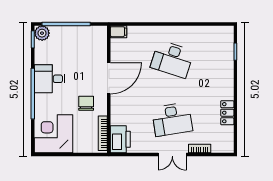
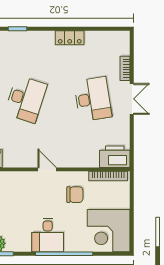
door: (109, 78) -> (47, 169), width x0.53
chair: (86, 103) -> (75, 195), turned 180
locker: (227, 113) -> (70, 38), moved

